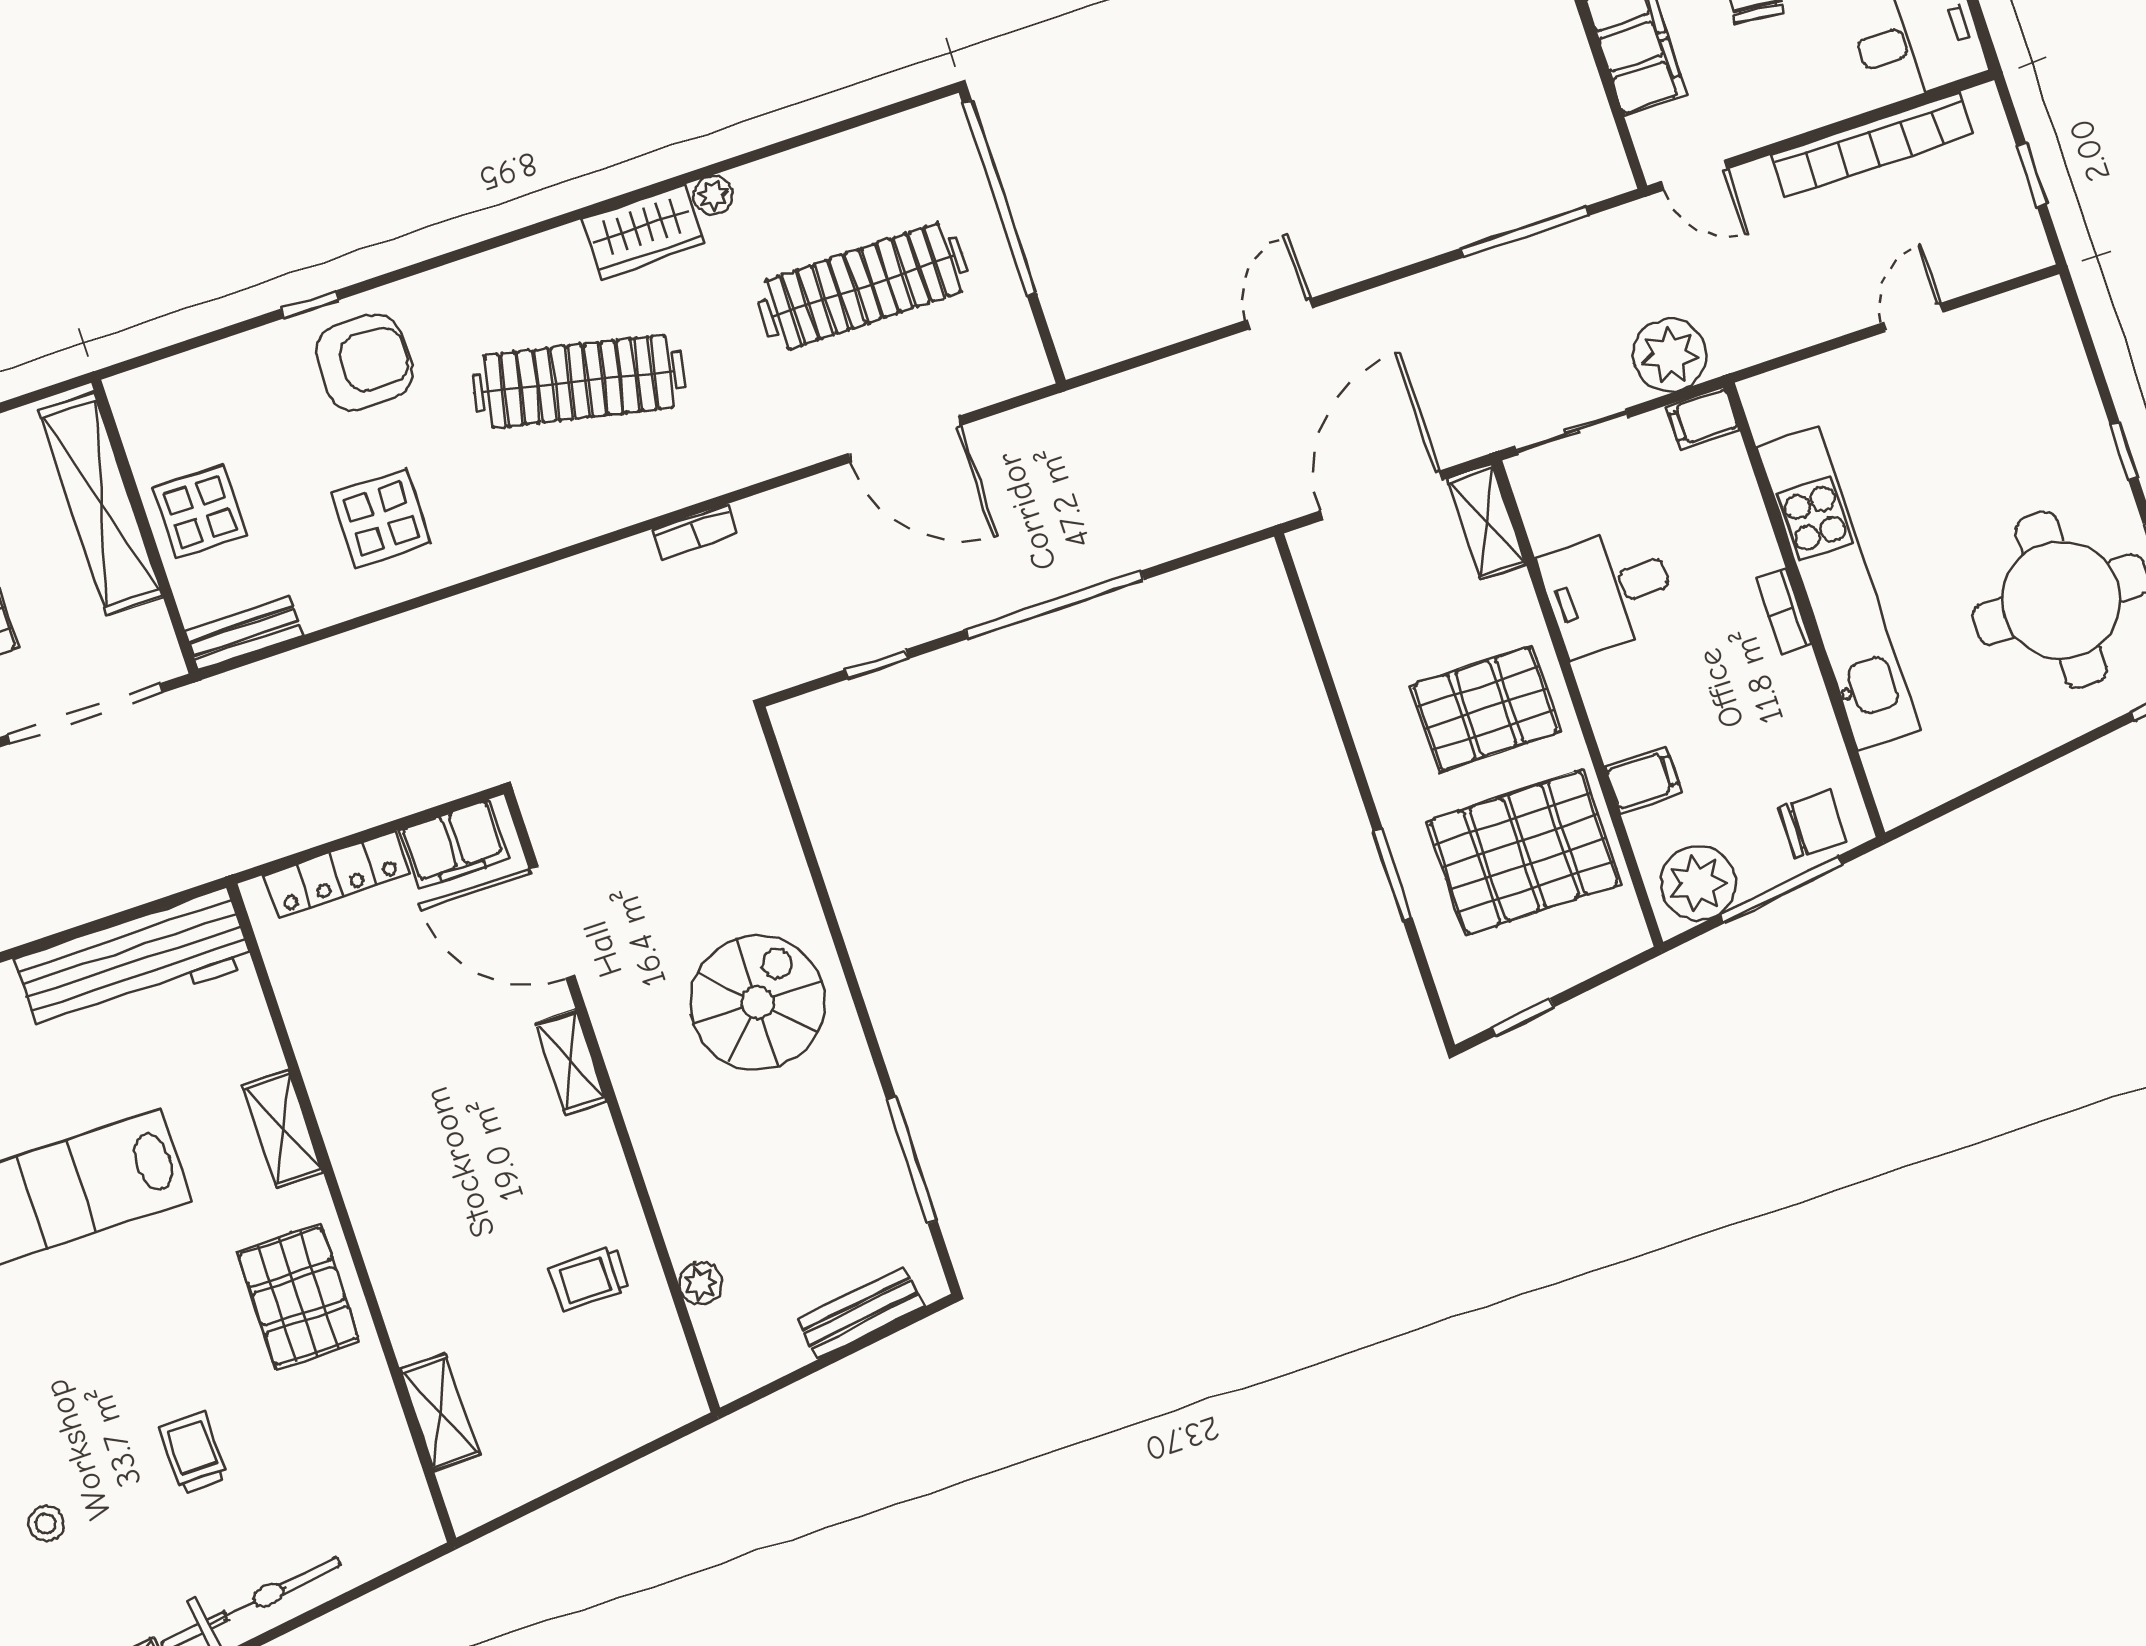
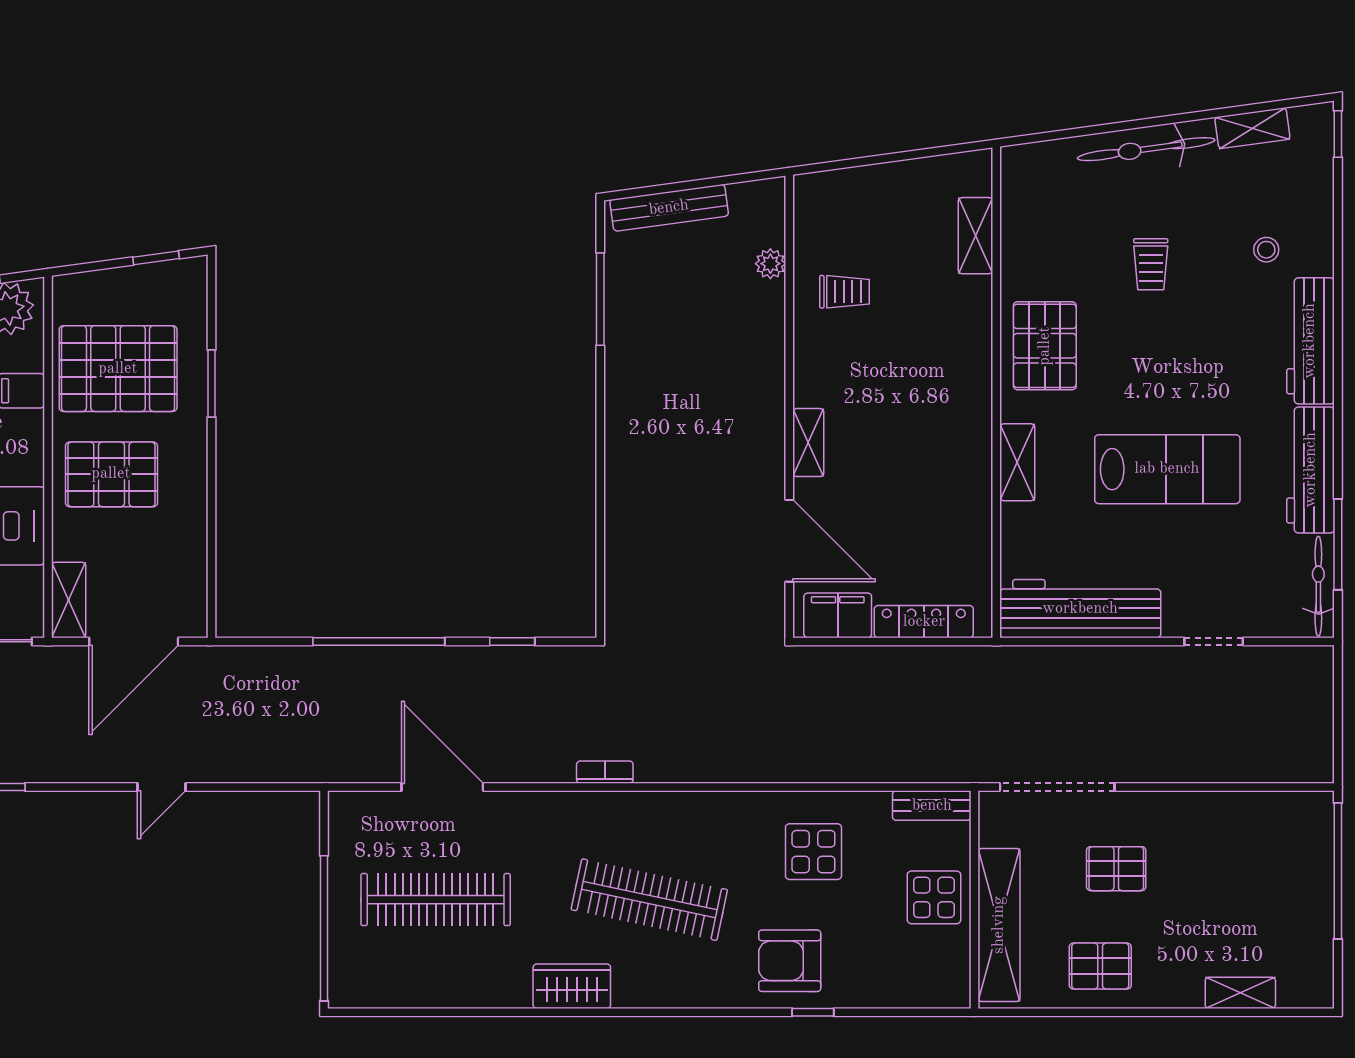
plant: (713, 195) -> (517, 995), removed
spiral stairs: (758, 1003) -> (669, 440), removed
bench: (861, 1313) -> (669, 208), width x1.36

